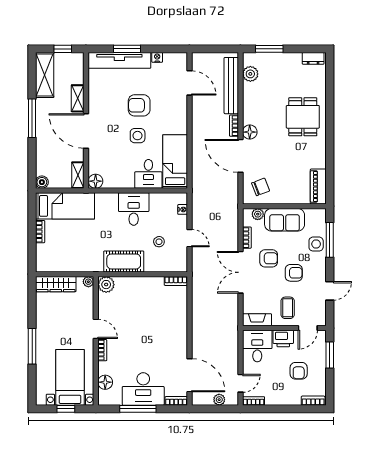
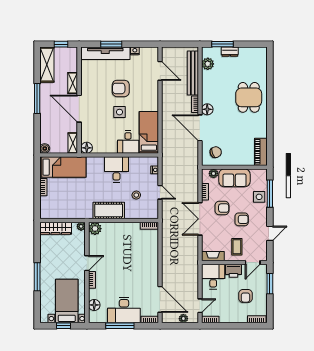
dresser: (313, 58) -> (230, 52), moved
door: (96, 329) -> (87, 263), hinge flipped

